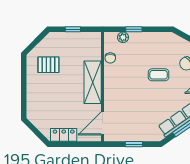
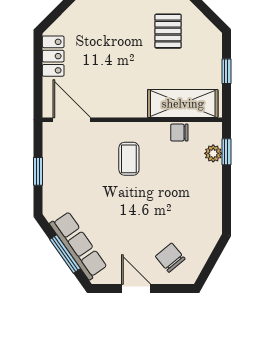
window: (134, 29) -> (226, 152), moved
coffee table: (159, 75) -> (129, 159), moved
shelving: (93, 82) -> (183, 104), moved

